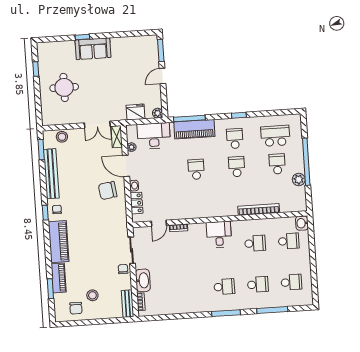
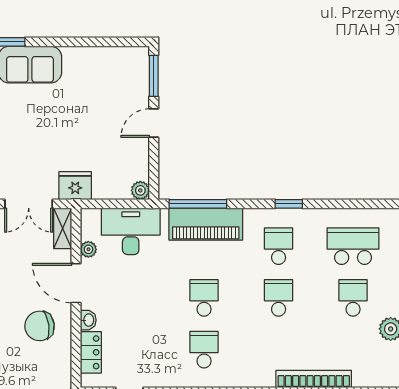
fridge: (136, 112) -> (75, 186), moved
school desk: (198, 197) -> (204, 350), added

